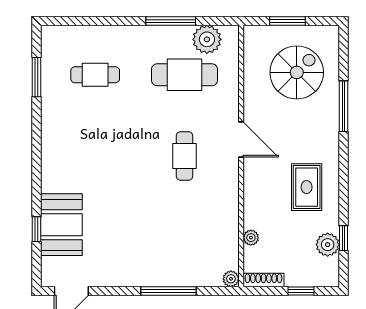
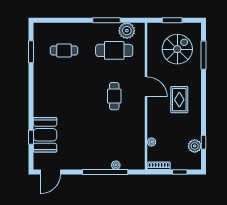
window: (343, 106) -> (204, 55), moved
rug: (307, 187) -> (179, 100), moved
plant: (231, 279) -> (116, 165), moved
window: (168, 291) -> (105, 172), width x1.46

